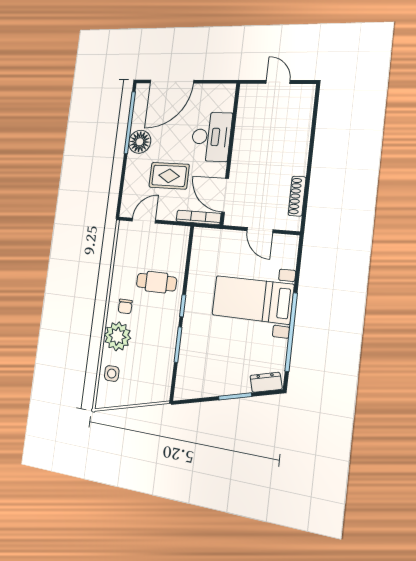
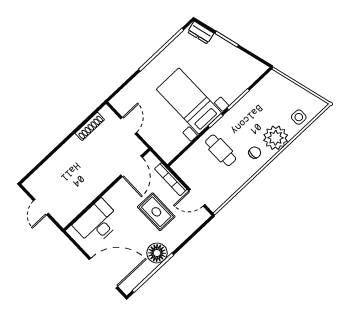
desk: (211, 137) -> (97, 223), moved
bookcase: (198, 217) -> (171, 179), moved
bed with nightstands: (252, 300) -> (189, 101), moved, turned 180

